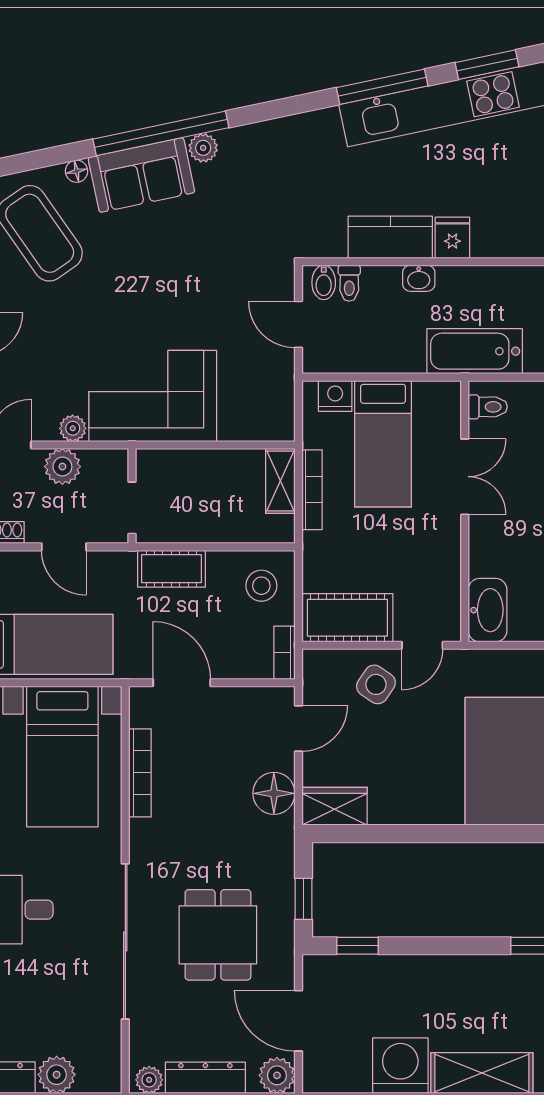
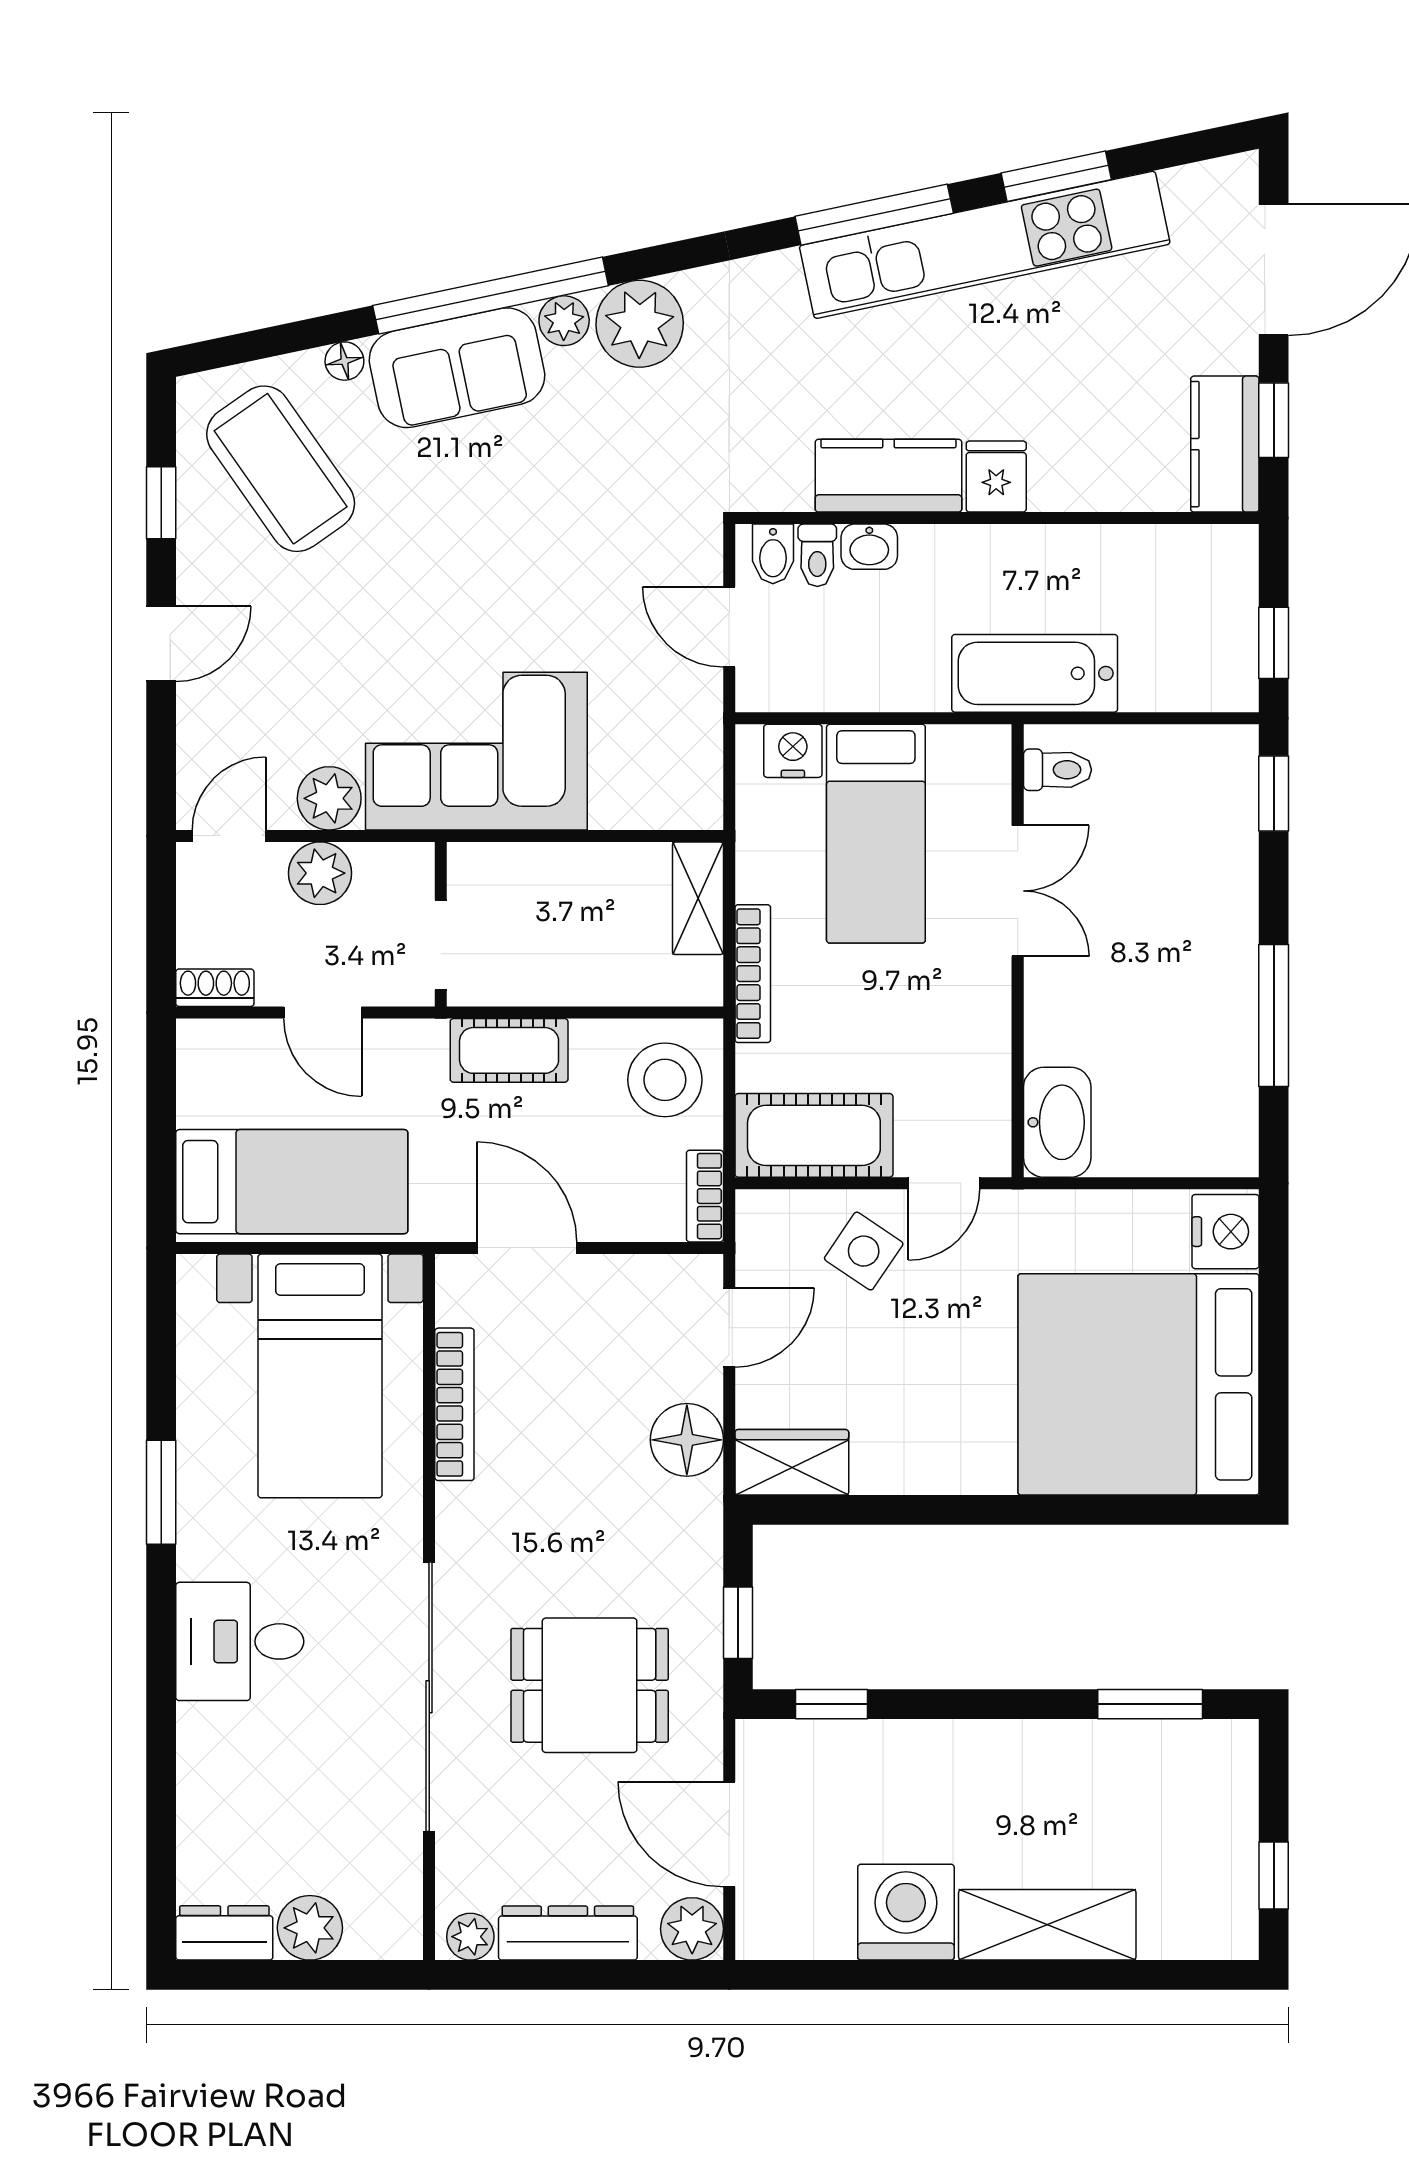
plant: (247, 150) -> (640, 324), added
washbasin: (419, 278) -> (869, 547), moved
plant: (73, 428) -> (329, 798), width x1.38, depth x1.38
bookcase: (312, 490) -> (753, 974), moved
stool: (261, 586) -> (665, 1080), width x1.38, depth x1.38
dining table: (218, 935) -> (590, 1685), turned 90

